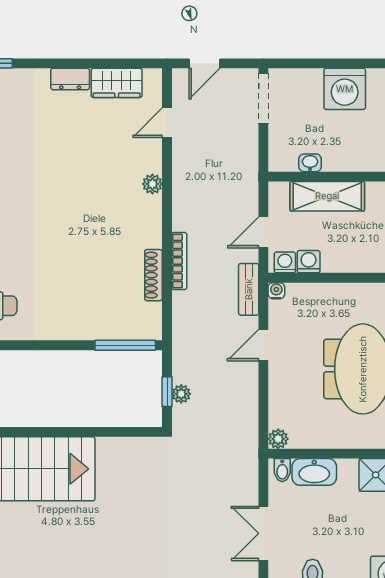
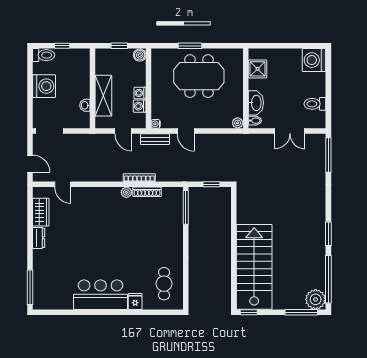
plant: (152, 184) -> (126, 192), moved
washing machine: (285, 262) -> (140, 93), moved
plant: (181, 394) -> (213, 177), removed

